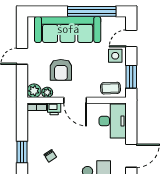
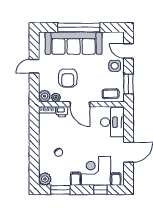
window: (92, 11) -> (79, 27), moved
door: (131, 38) -> (128, 51), hinge flipped
window: (22, 152) -> (34, 149), removed

